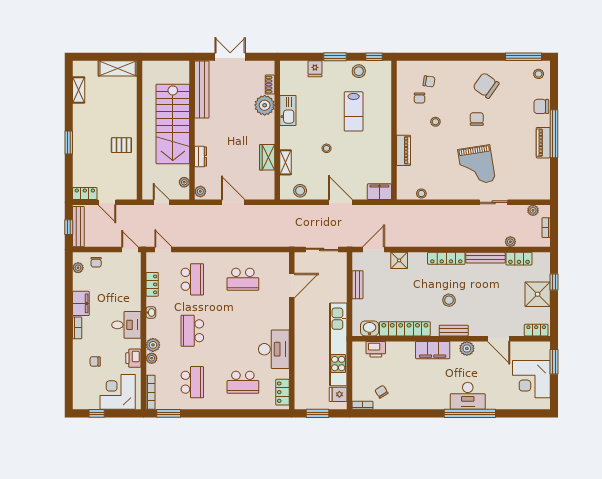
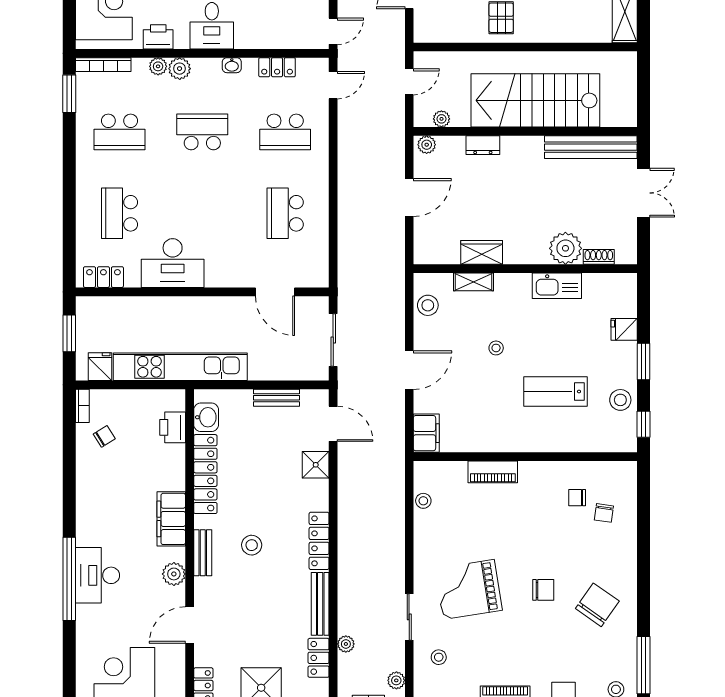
stool: (435, 122) -> (439, 657), moved

